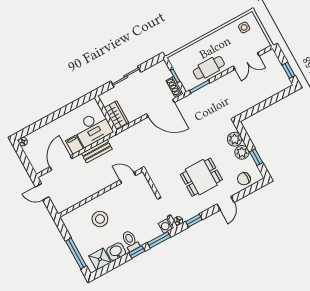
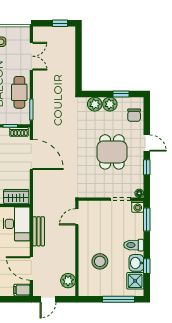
door: (160, 108) -> (31, 154), hinge flipped
filing cabinet: (74, 145) -> (22, 290), moved
plant: (68, 201) -> (68, 281), added
window: (194, 221) -> (147, 167), moved
window: (137, 252) -> (147, 266), moved

